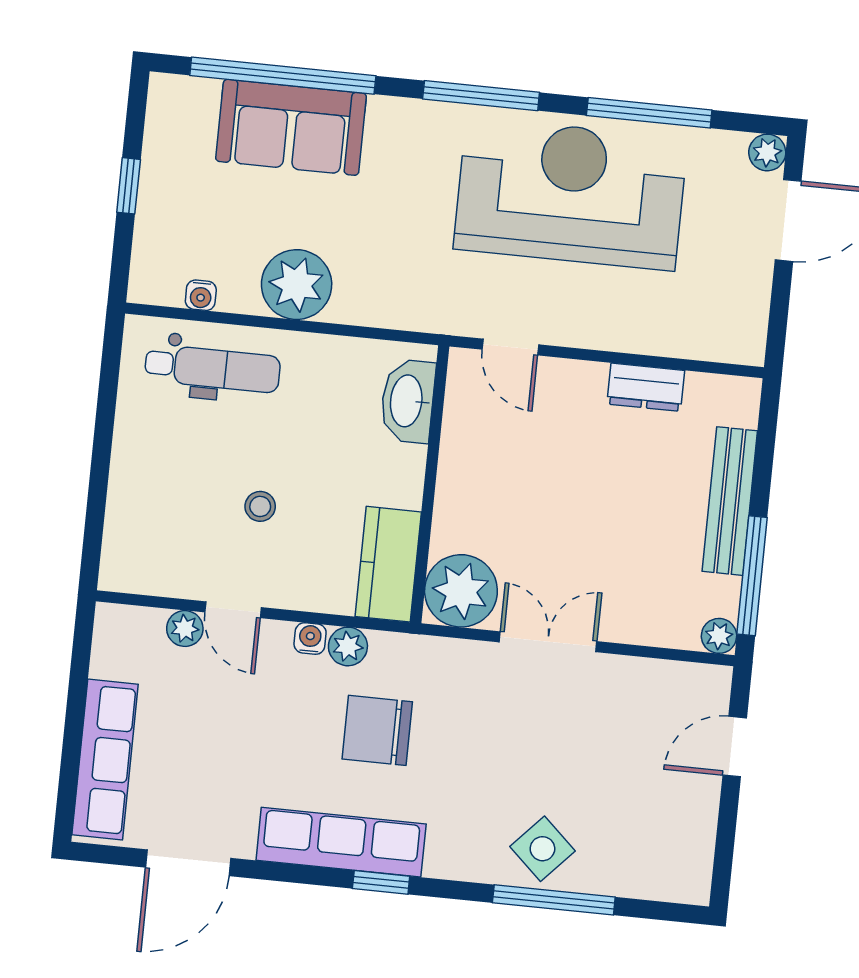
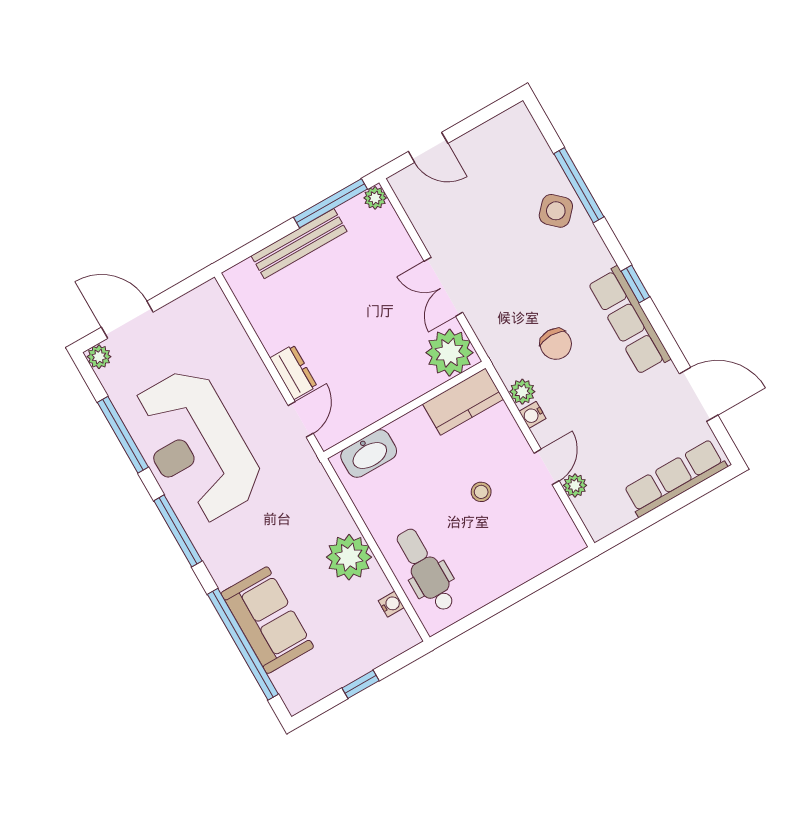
dresser: (646, 387) -> (294, 372), moved
chair: (377, 730) -> (556, 344), width x0.73, depth x0.73

